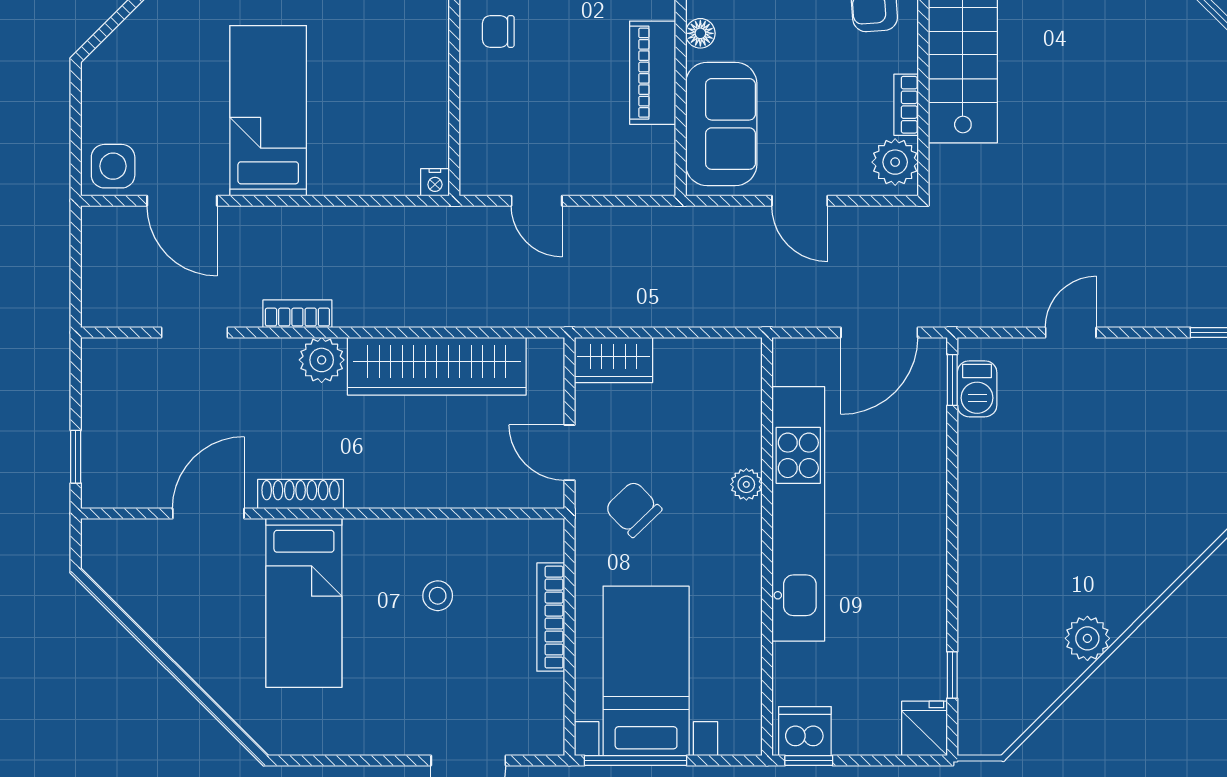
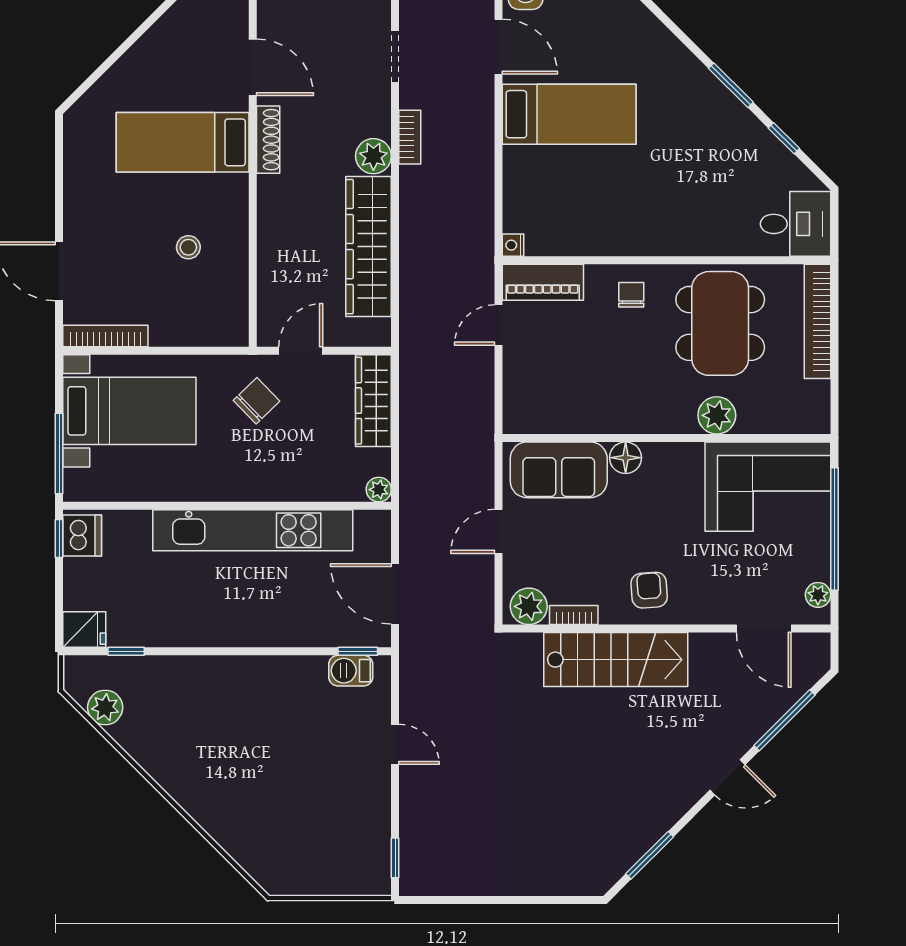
floor lamp: (700, 33) -> (626, 458), width x1.37, depth x1.37
piano: (653, 73) -> (543, 282), moved, turned 180
door: (182, 201) -> (498, 47), swing flipped
wardrobe: (613, 360) -> (373, 401), width x1.50
plant: (746, 484) -> (379, 490), moved
bookcase: (551, 617) -> (105, 336), moved
plant: (1087, 638) -> (105, 707), moved
window: (635, 760) -> (59, 453), moved

